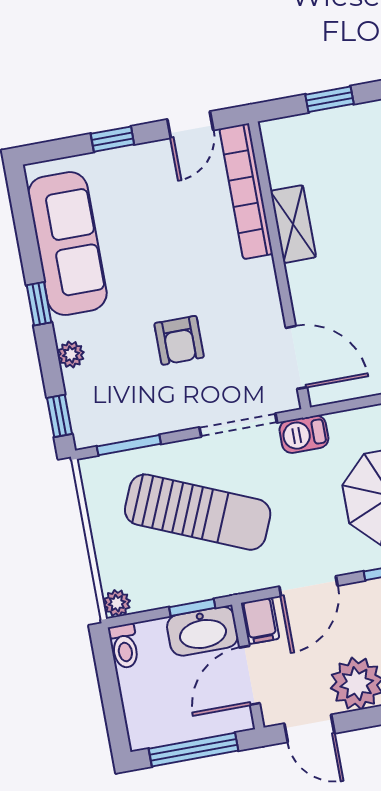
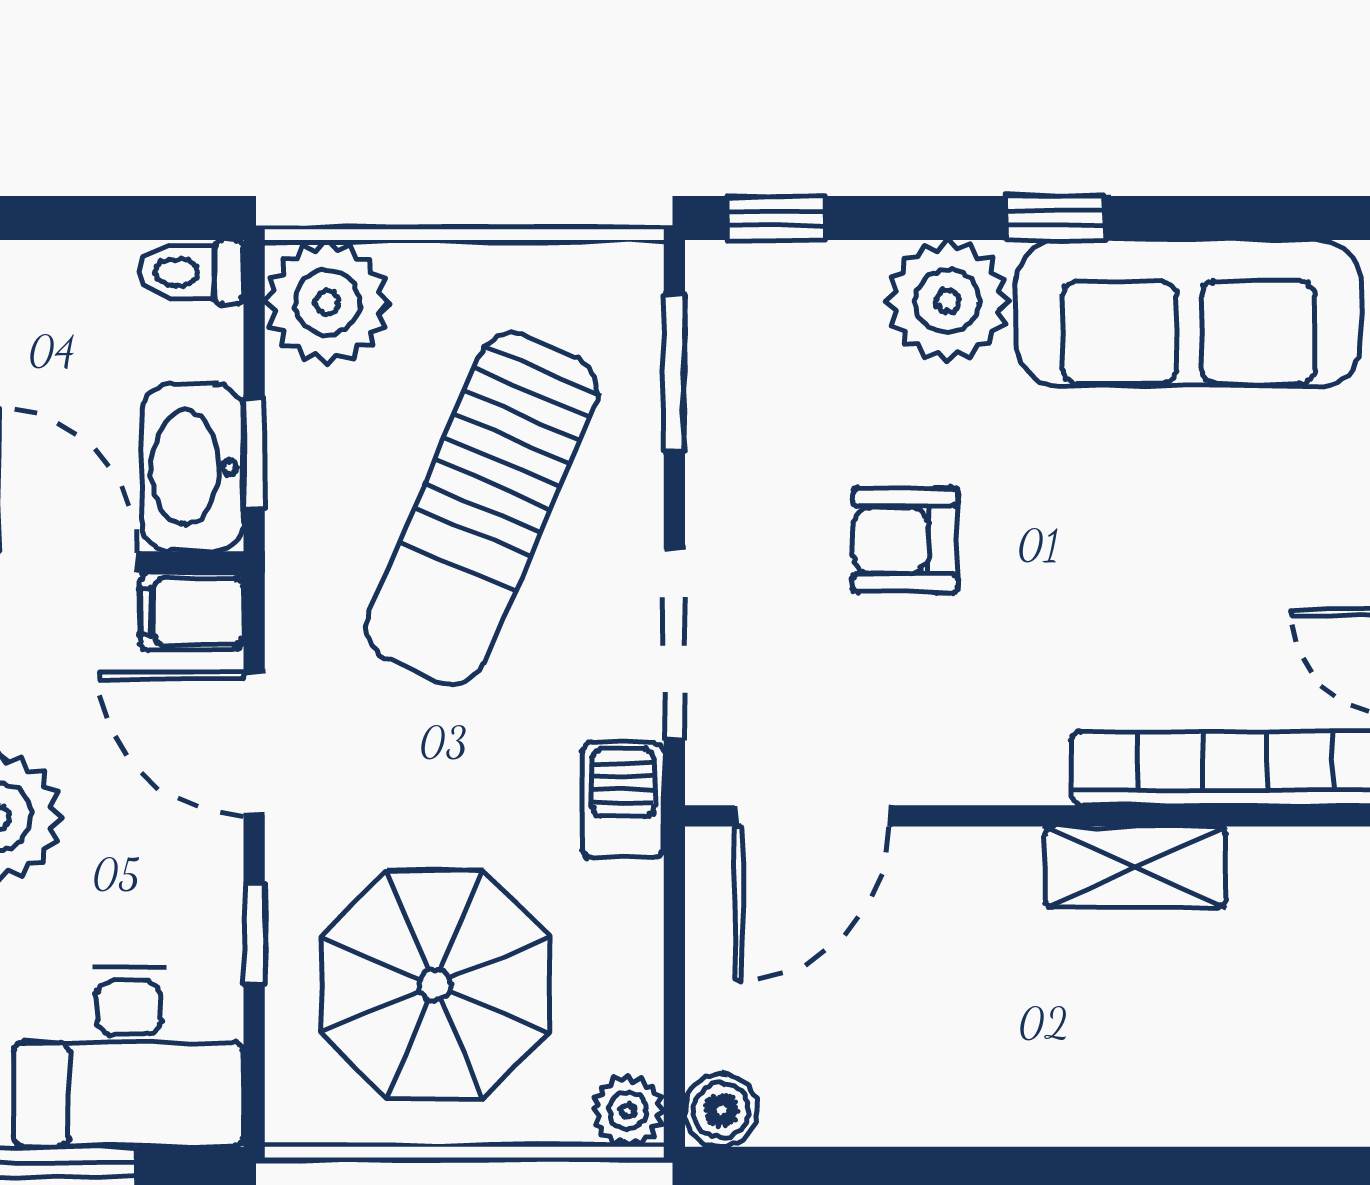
plant: (71, 354) -> (948, 301), width x1.87, depth x1.87
plant: (117, 603) -> (327, 302), width x1.88, depth x1.88

